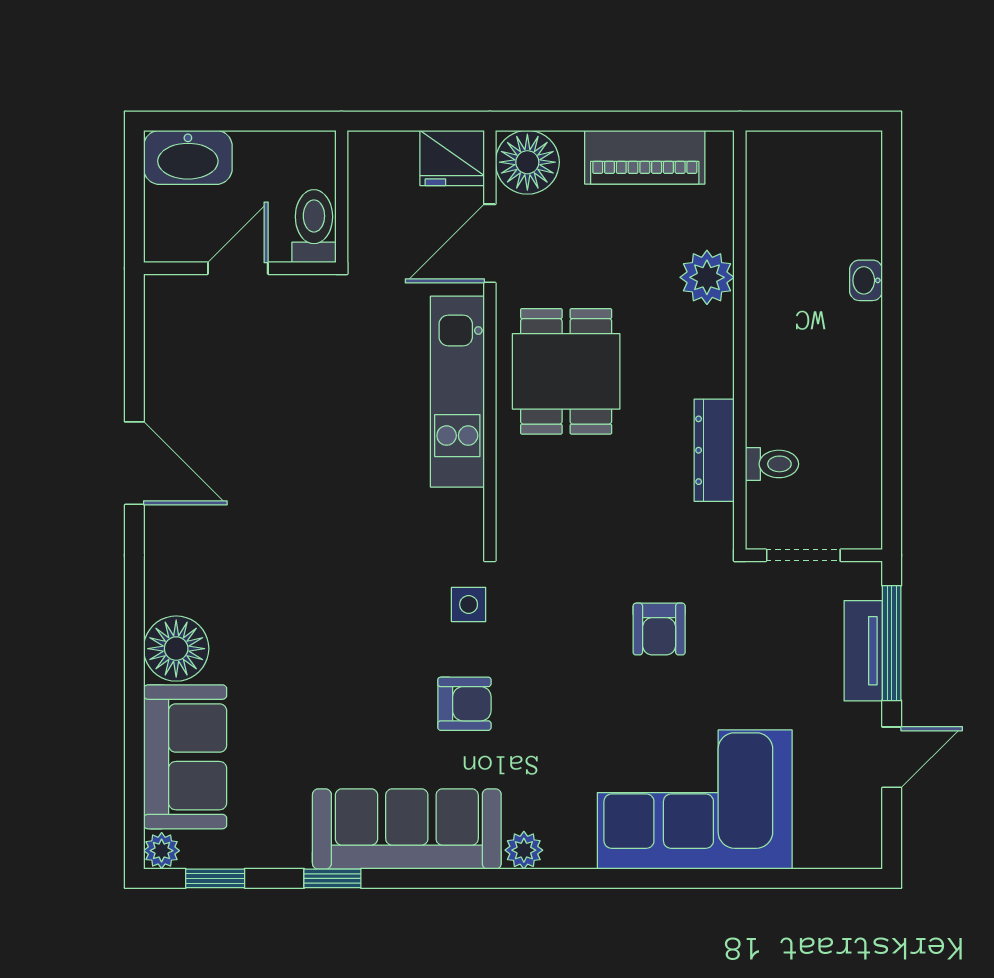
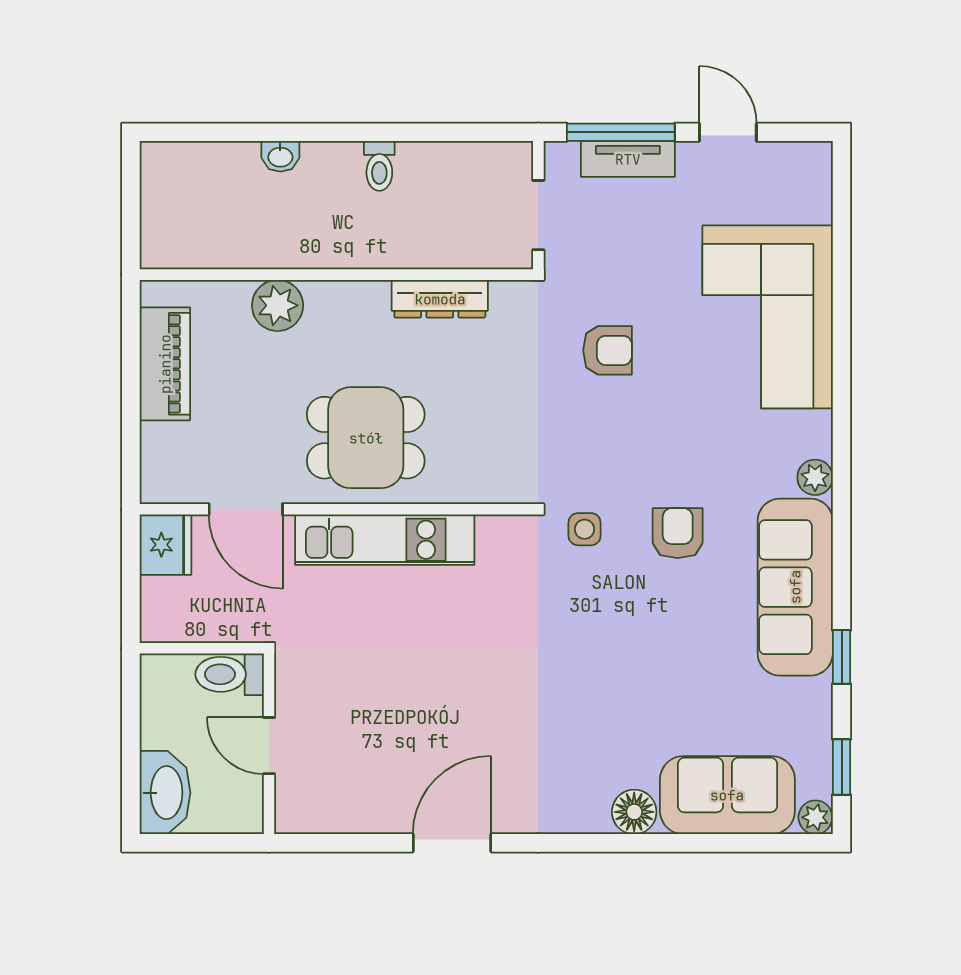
floor lamp: (527, 162) -> (170, 474), removed
toilet: (772, 464) -> (379, 166), moved, turned 180
floor lamp: (176, 649) -> (634, 812), width x0.73, depth x0.73

